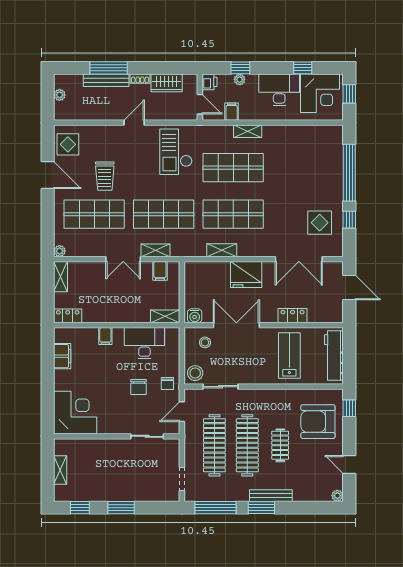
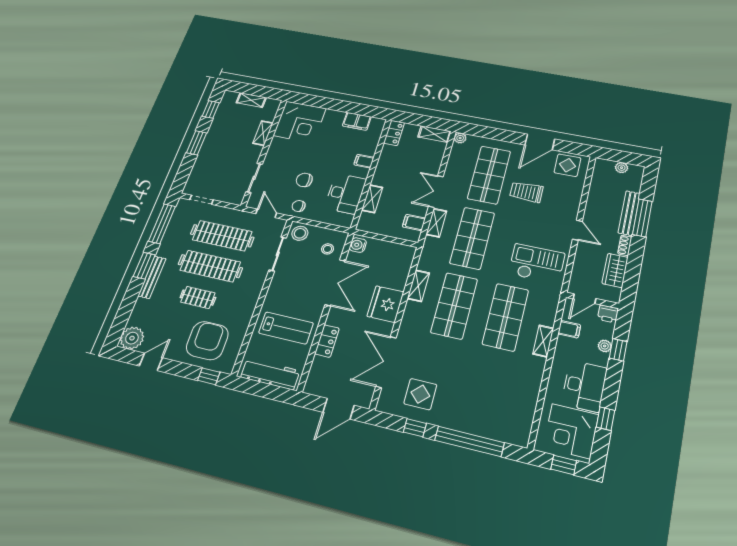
shelving: (165, 316) -> (372, 199), moved
shelving: (96, 445) -> (263, 133), added
plant: (337, 496) -> (132, 338), width x1.88, depth x1.88

